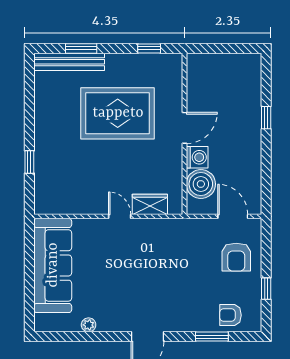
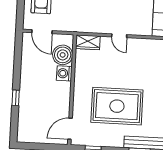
door: (184, 128) -> (70, 129), moved
wardrobe: (150, 204) -> (88, 42), moved

